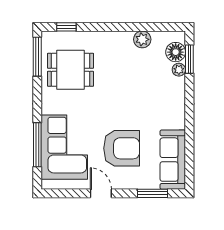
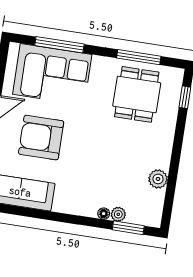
floor lamp: (176, 52) -> (104, 214), moved, width x0.53, depth x0.53
window: (37, 57) -> (139, 57), moved
armchair: (122, 148) -> (41, 138), turned 90

